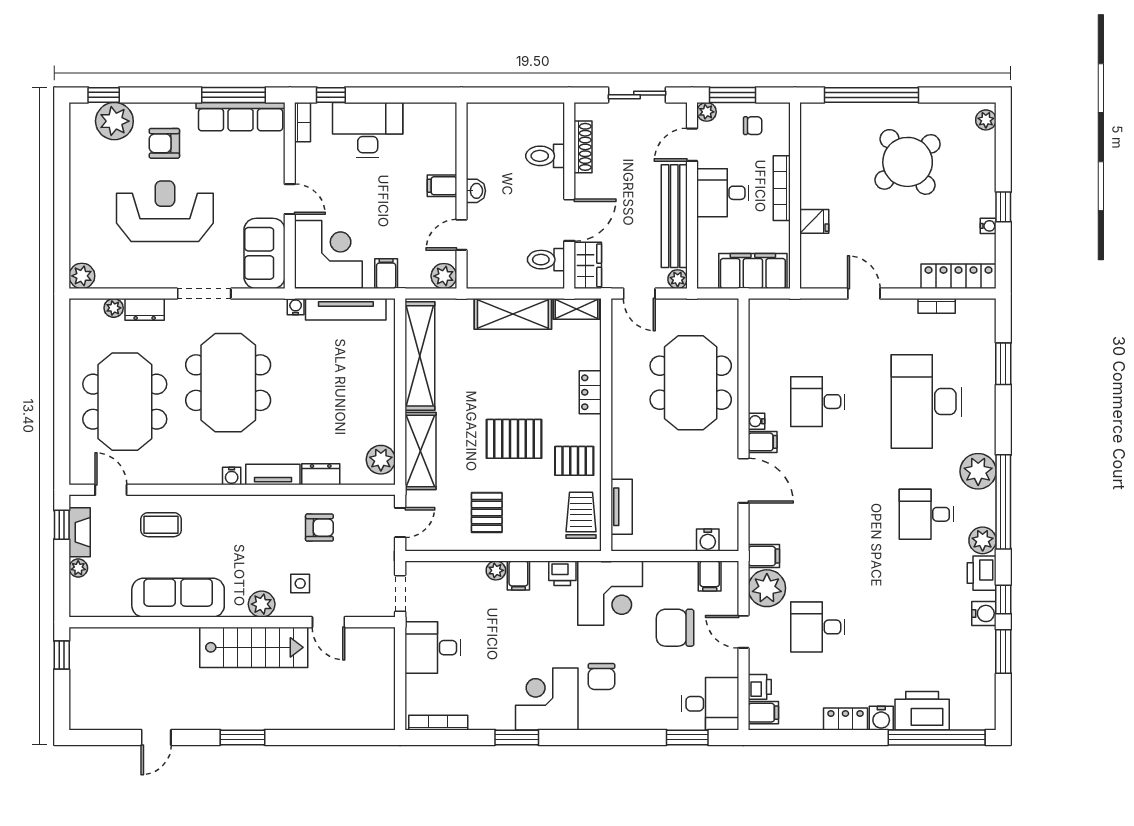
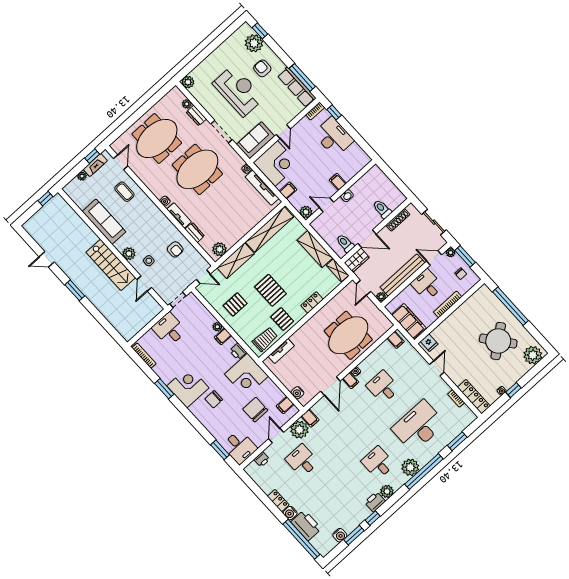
plant: (986, 120) -> (533, 355), width x1.88, depth x1.88
fridge: (814, 221) -> (429, 343), moved
window: (1003, 502) -> (424, 471), moved
water cooler: (984, 613) -> (340, 535), moved
filing cabinet: (763, 713) -> (396, 340), moved

